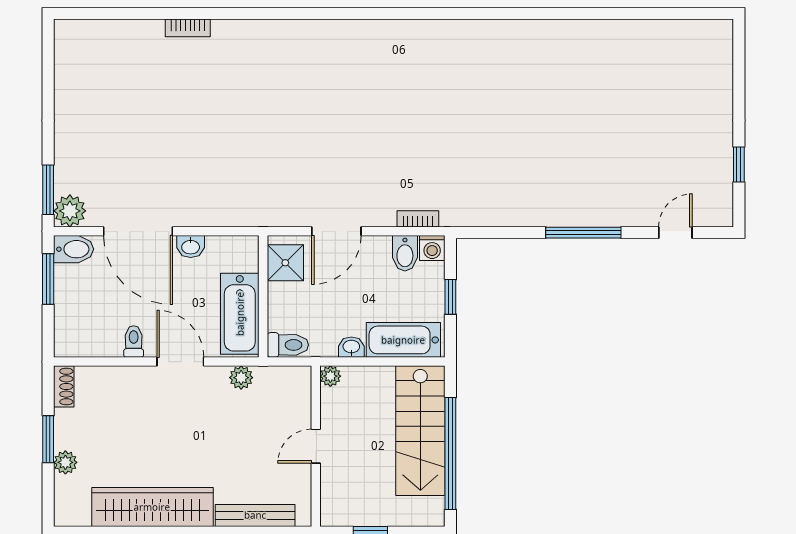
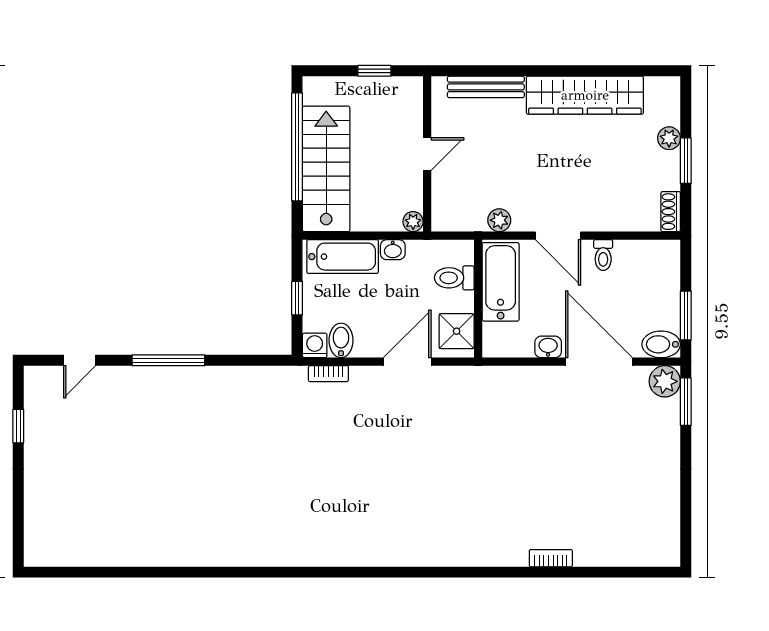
toilet: (288, 345) -> (454, 278), moved

